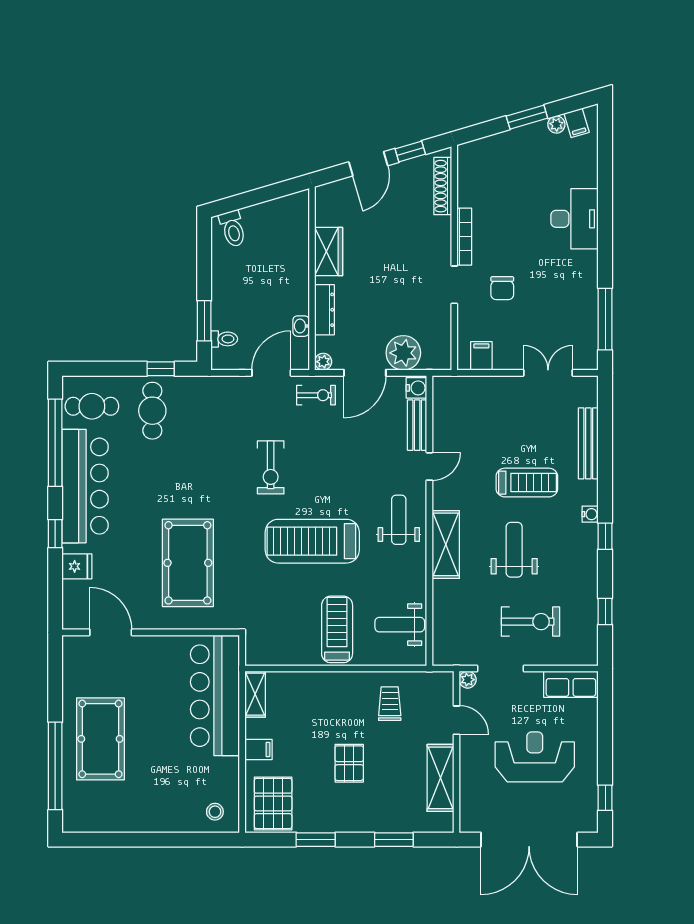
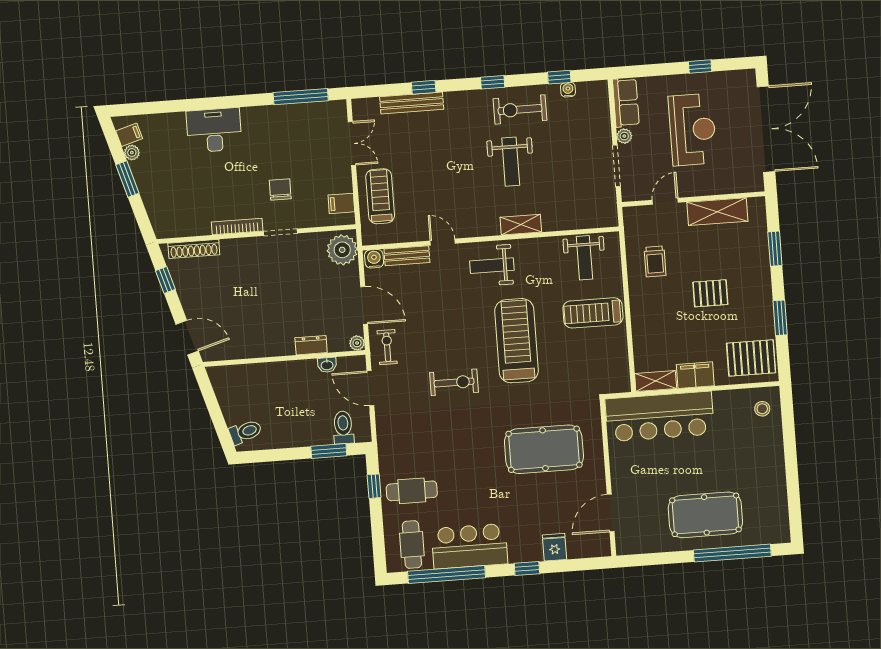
door: (368, 164) -> (187, 338), moved
wardrobe: (329, 252) -> (259, 345), removed
chair: (502, 288) -> (280, 190), turned -90
dresser: (325, 310) -> (311, 345), width x0.70
toilet: (224, 339) -> (343, 427), width x1.37, depth x1.39
plant: (403, 353) -> (342, 250), moved
double door: (548, 373) -> (352, 143), swing flipped
window: (605, 458) -> (424, 87), added
treadmill: (527, 483) -> (380, 196), moved
bar counter: (85, 486) -> (469, 546), width x0.73
water cooler: (590, 514) -> (568, 90), moved
treadmill: (312, 541) -> (517, 341), turned 180
shelving: (446, 544) -> (521, 225), width x0.67, depth x0.75
weight bench: (514, 550) -> (511, 162), turned -90
exercise bike: (531, 622) -> (520, 110), moved, turned -90
plant: (468, 680) -> (624, 136), moved
trolley: (390, 704) -> (655, 261), turned -90
filing cabinet: (258, 749) -> (695, 375), width x2.00
reception desk: (535, 757) -> (692, 130), turned 180
window: (605, 798) -> (700, 67), moved

